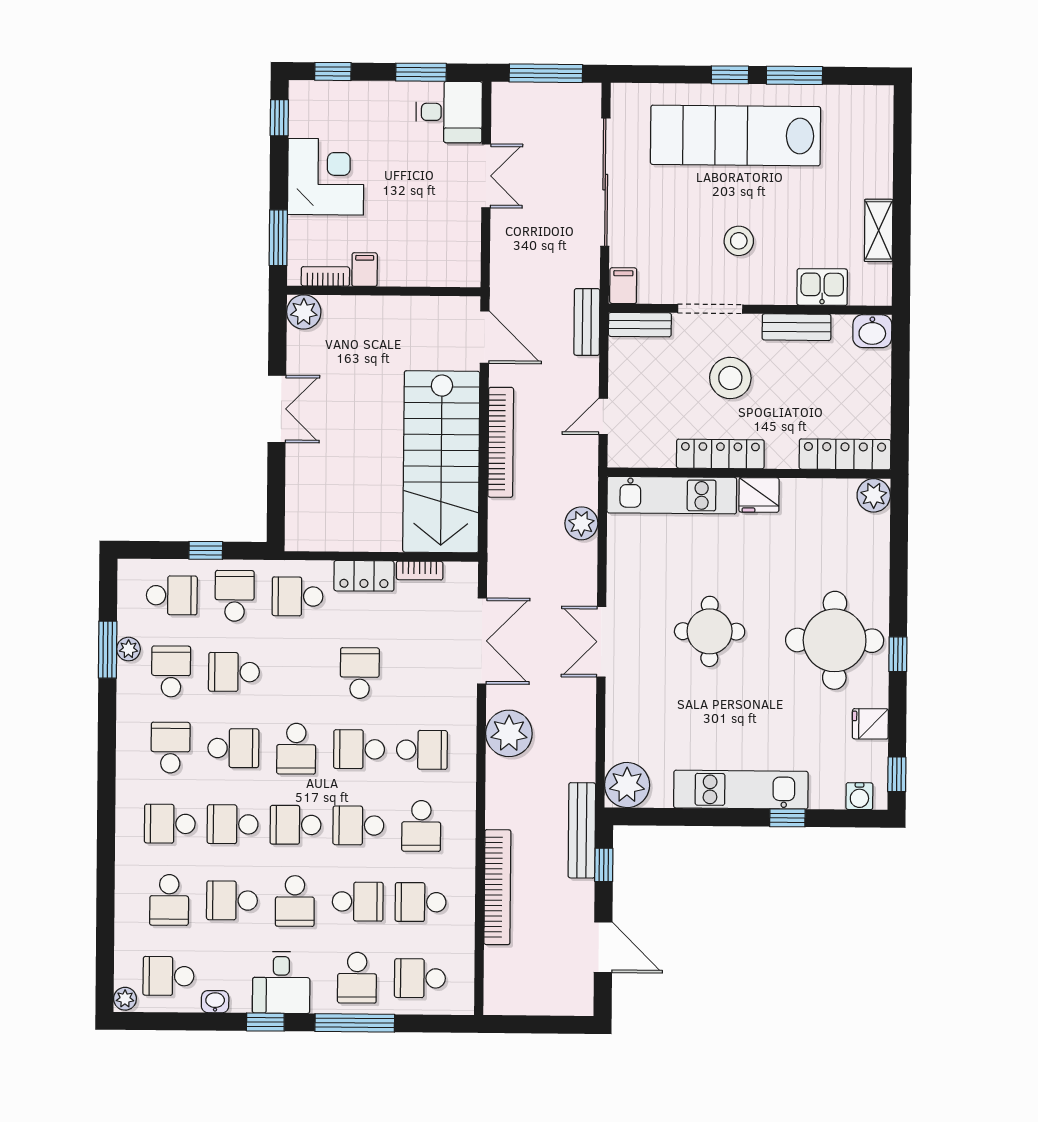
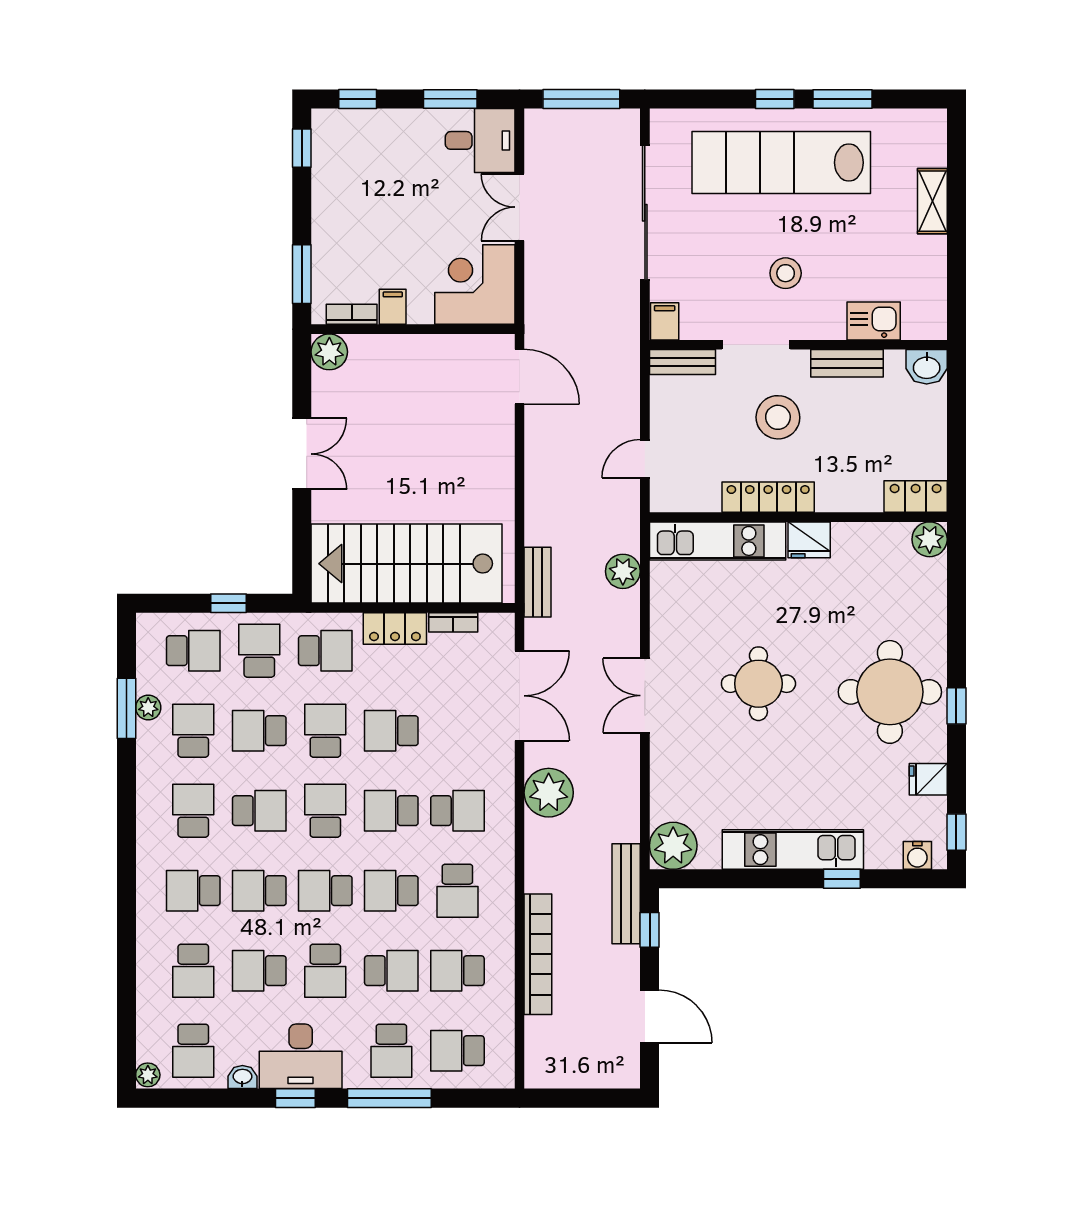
double door: (486, 176) -> (520, 207), swing flipped
corner desk: (326, 177) -> (475, 285), moved, turned -90
shelving: (879, 230) -> (932, 201), moved
bench: (587, 322) -> (538, 582), moved
bookcase: (501, 442) -> (537, 487), removed
locker: (845, 454) -> (916, 496), width x0.66
stairs: (441, 462) -> (407, 564), moved, turned 90
school desk: (298, 596) -> (325, 651), turned 180
school desk: (297, 673) -> (325, 731), added
school desk: (360, 673) -> (391, 731), turned -90
school desk: (296, 749) -> (325, 811), turned 180
school desk: (168, 976) -> (193, 1051), turned -90
desk: (281, 982) -> (301, 1056), width x1.37

